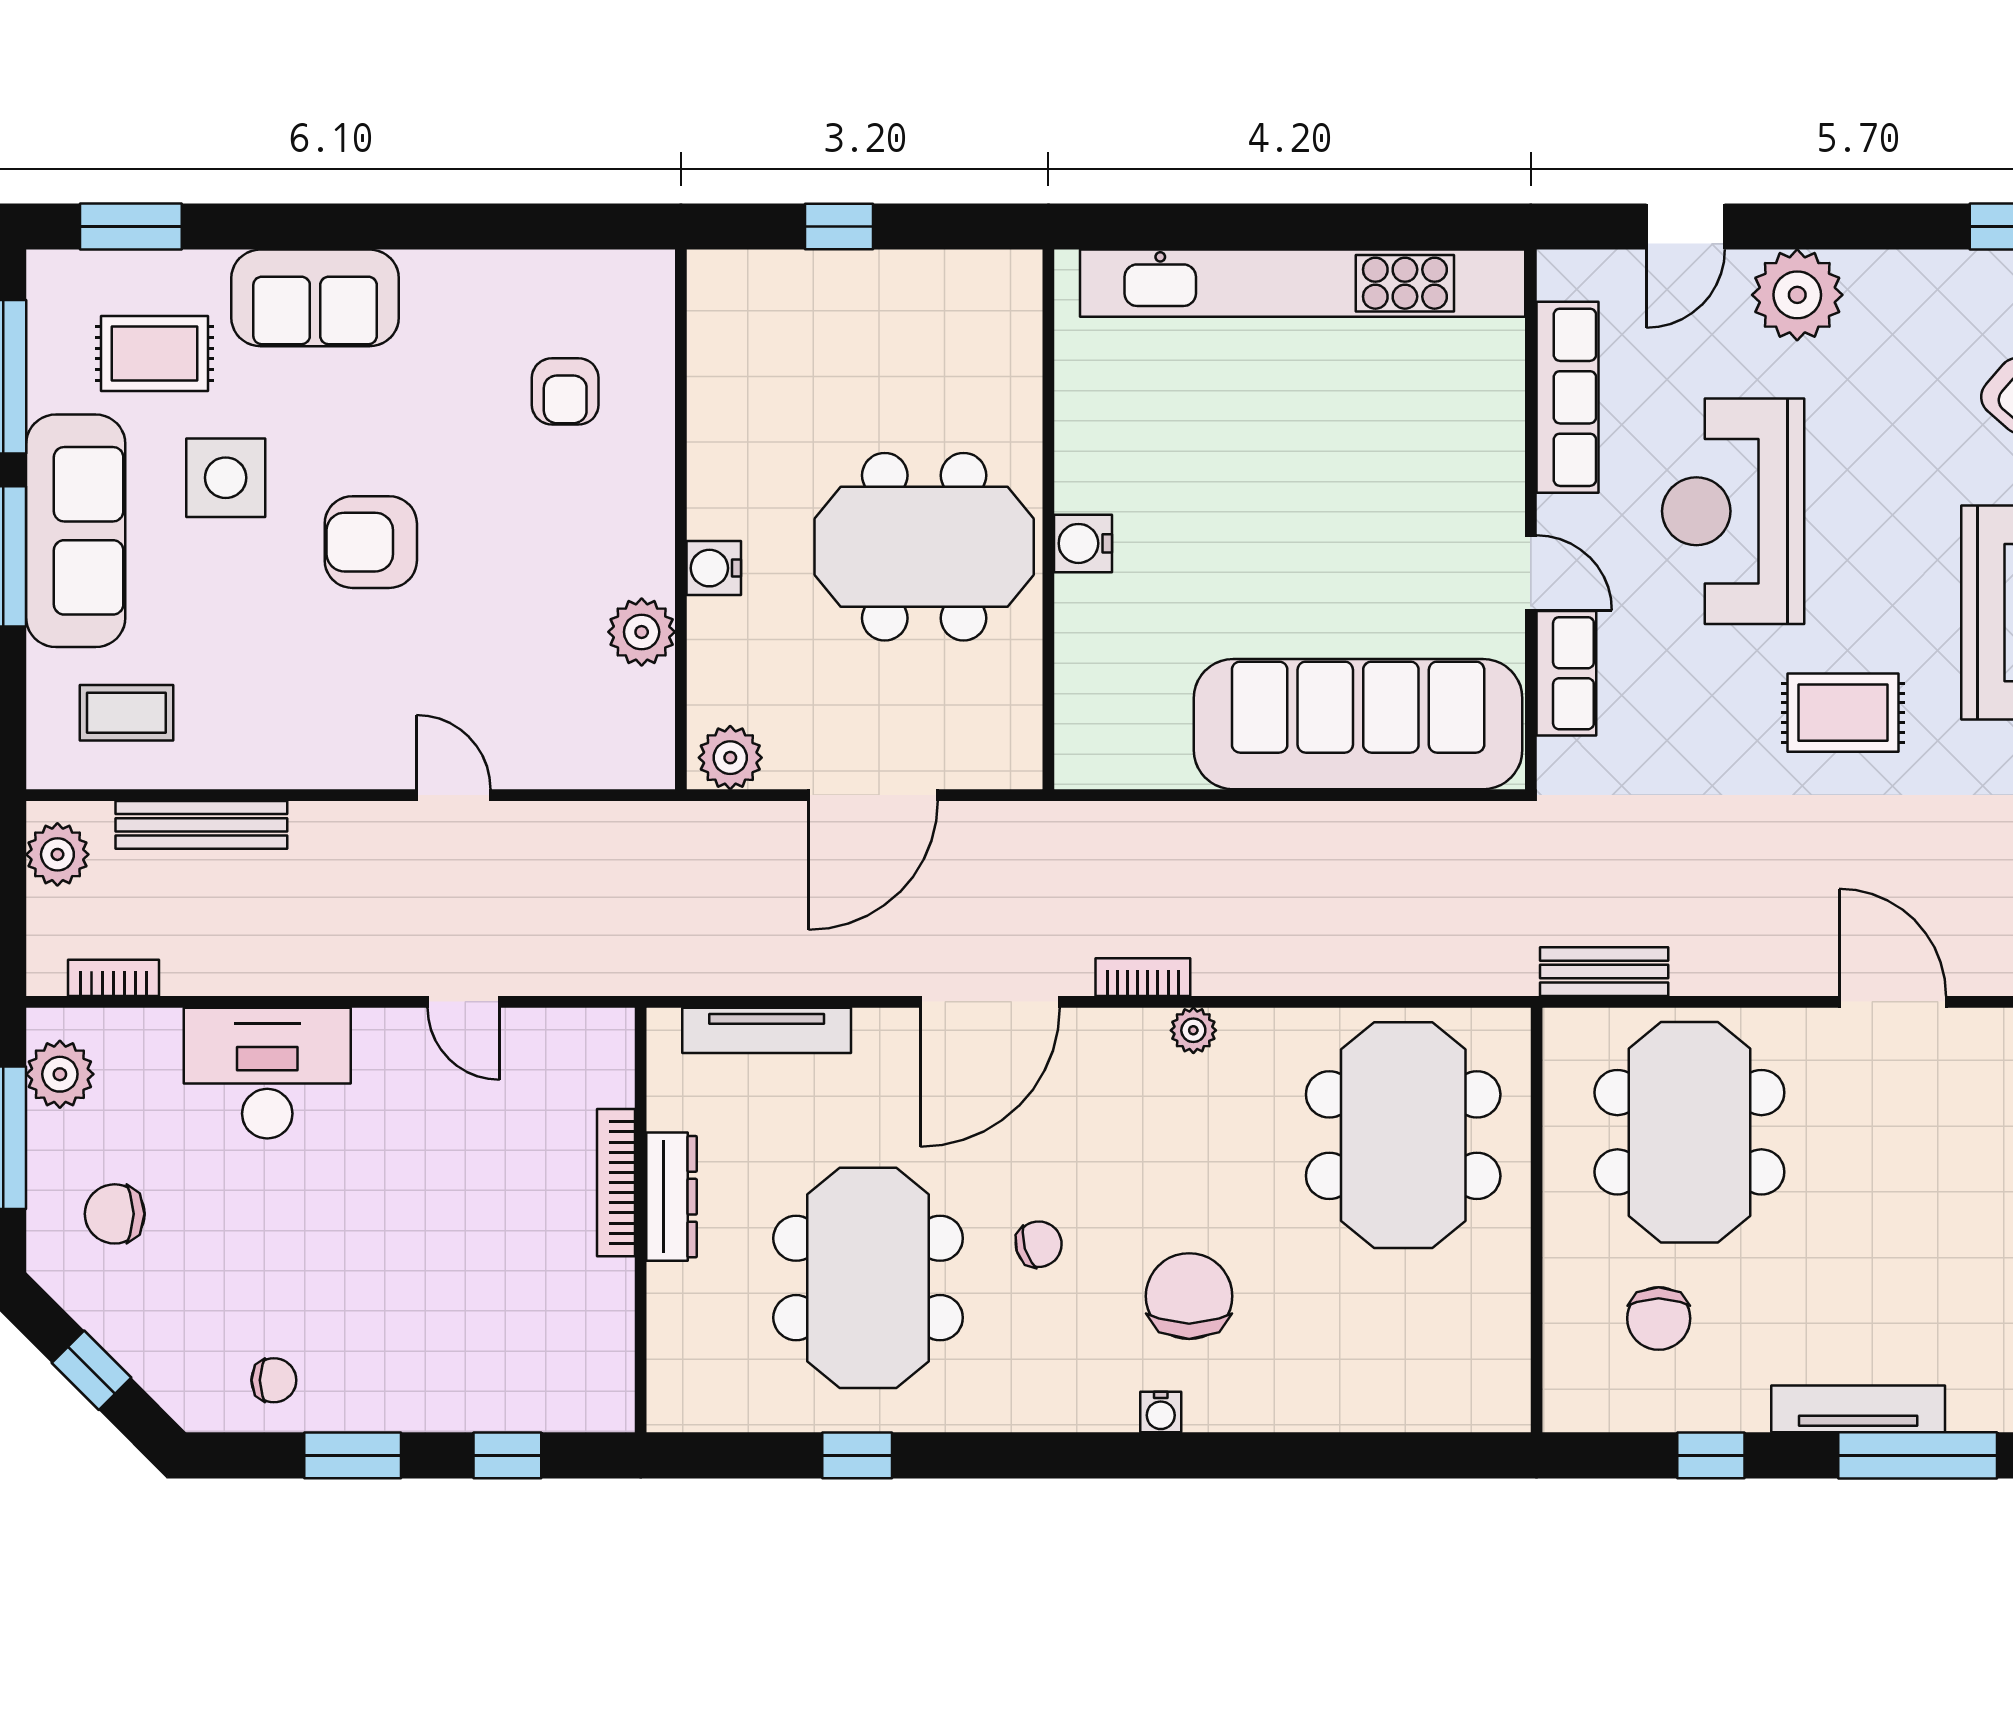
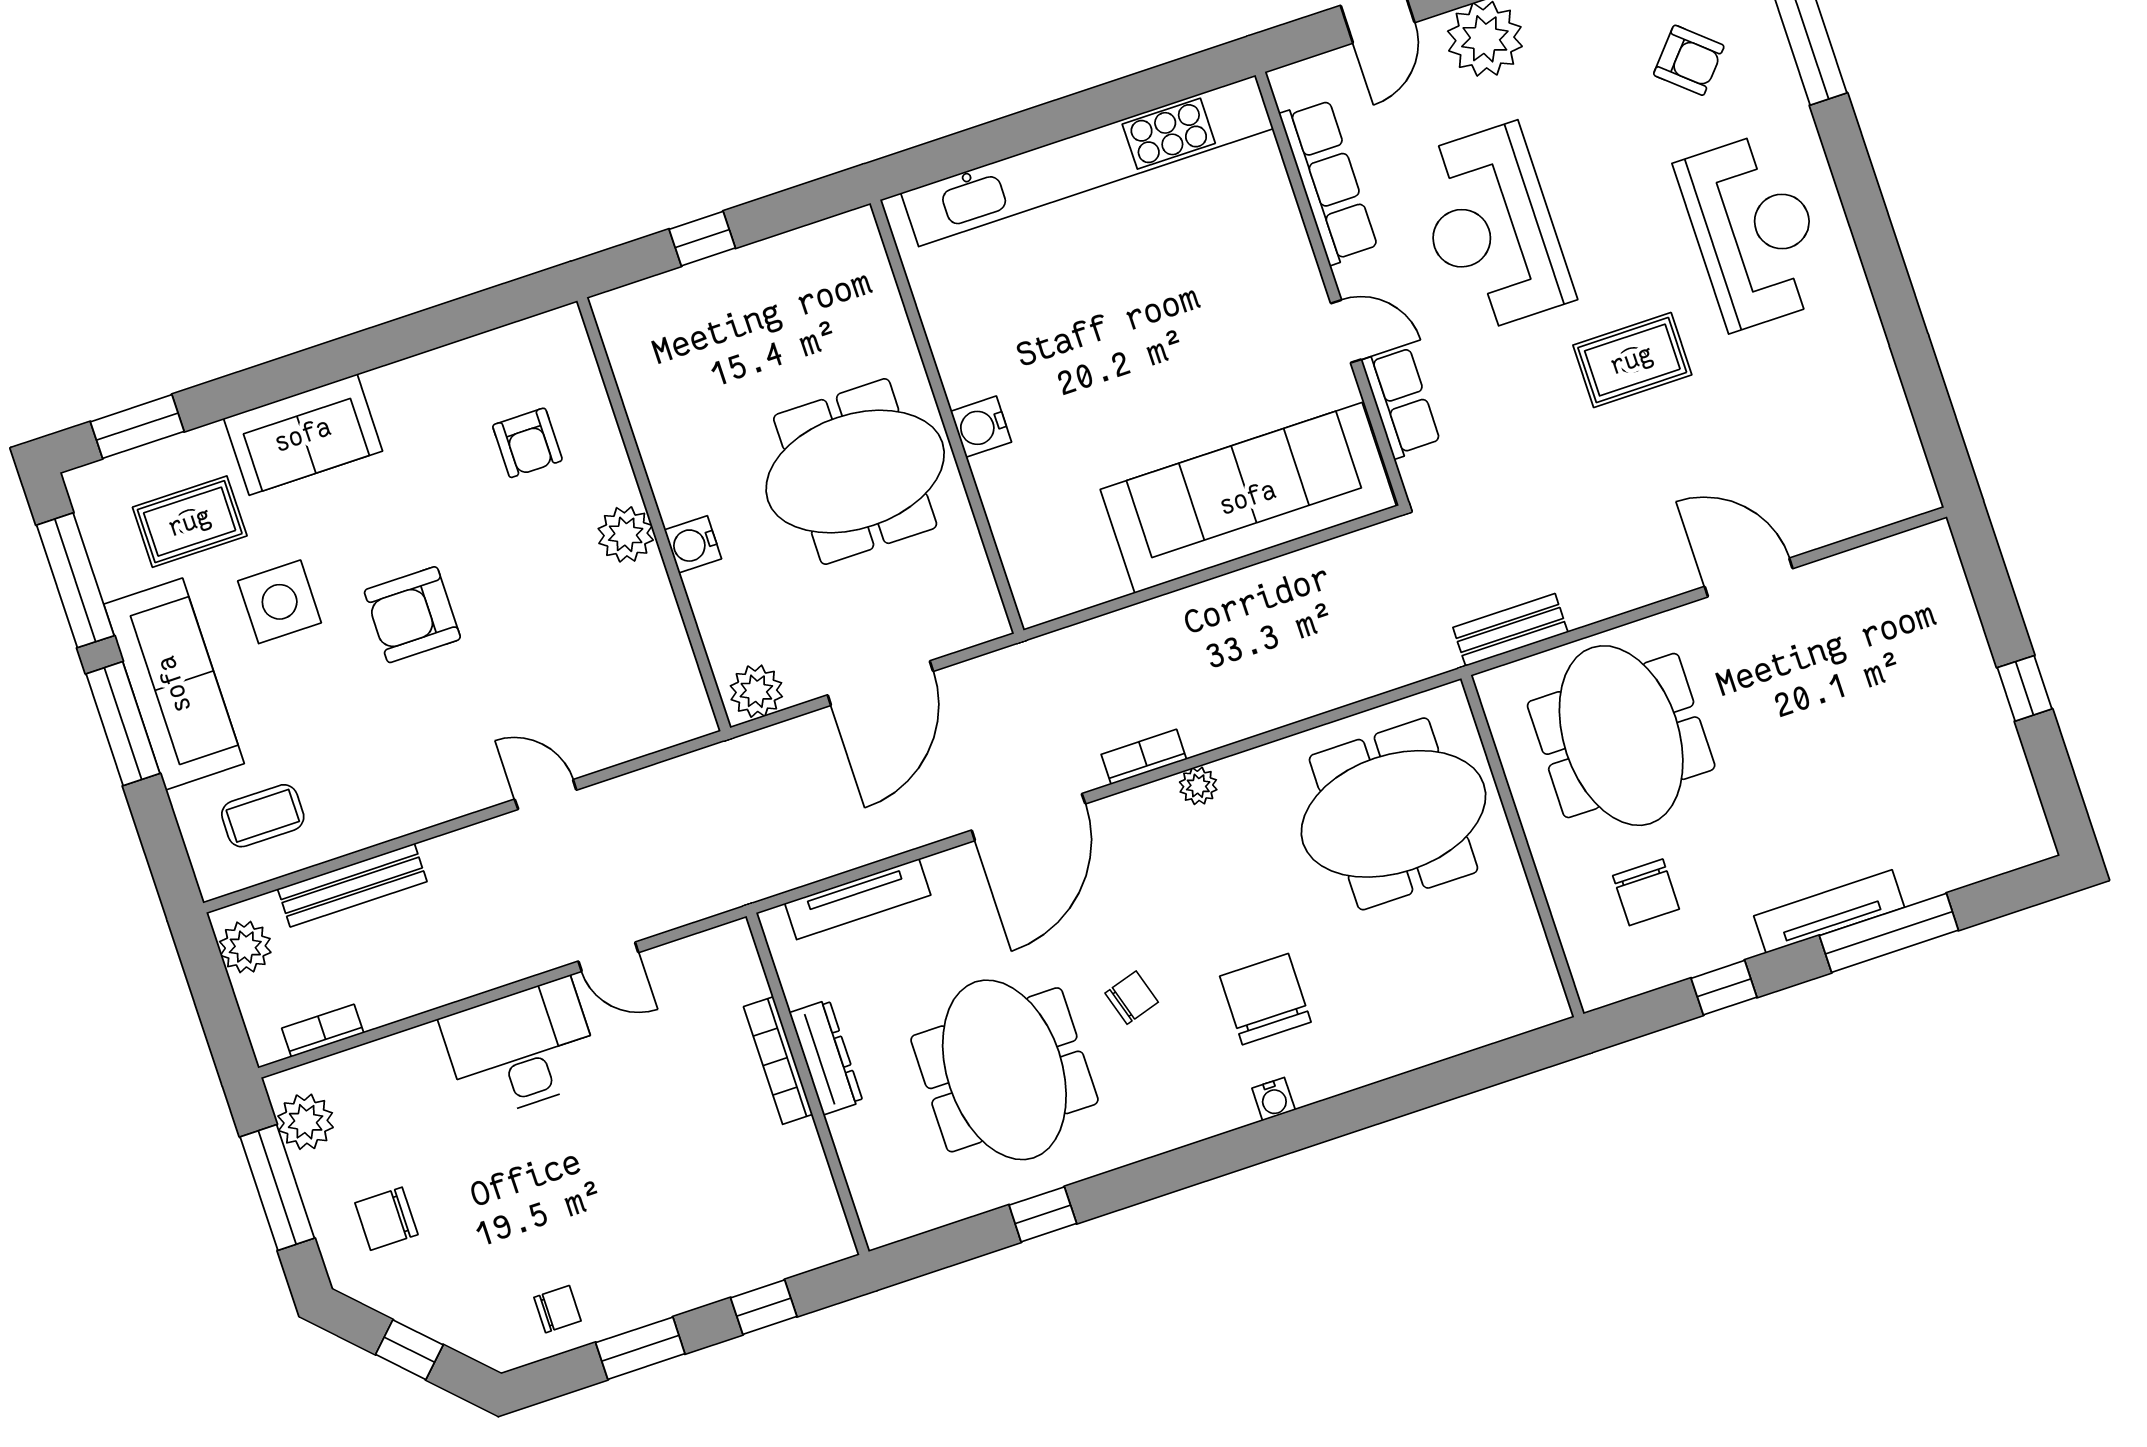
plant: (642, 632) -> (626, 534), moved
desk: (267, 1073) -> (521, 1049), moved
meeting table: (1403, 1135) -> (1393, 814), turned 90

